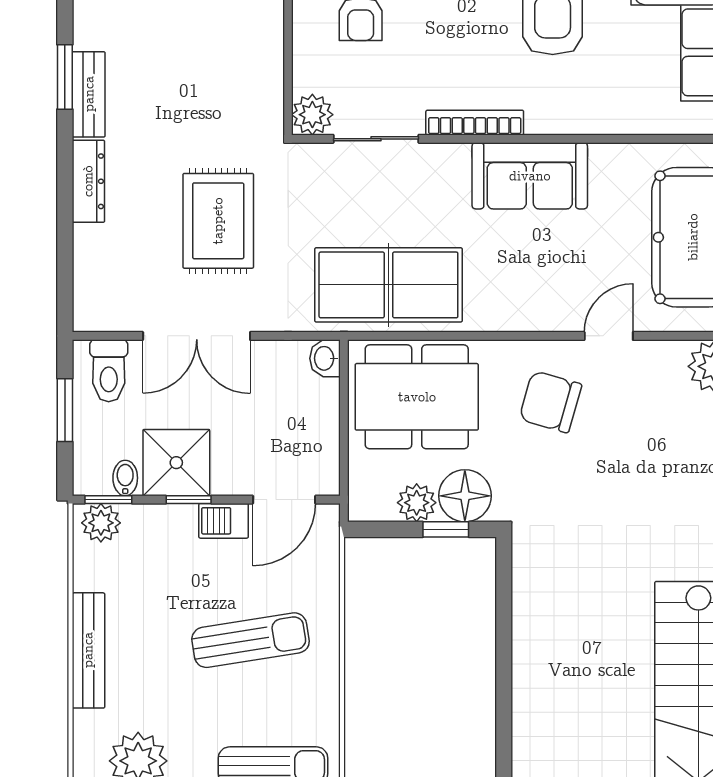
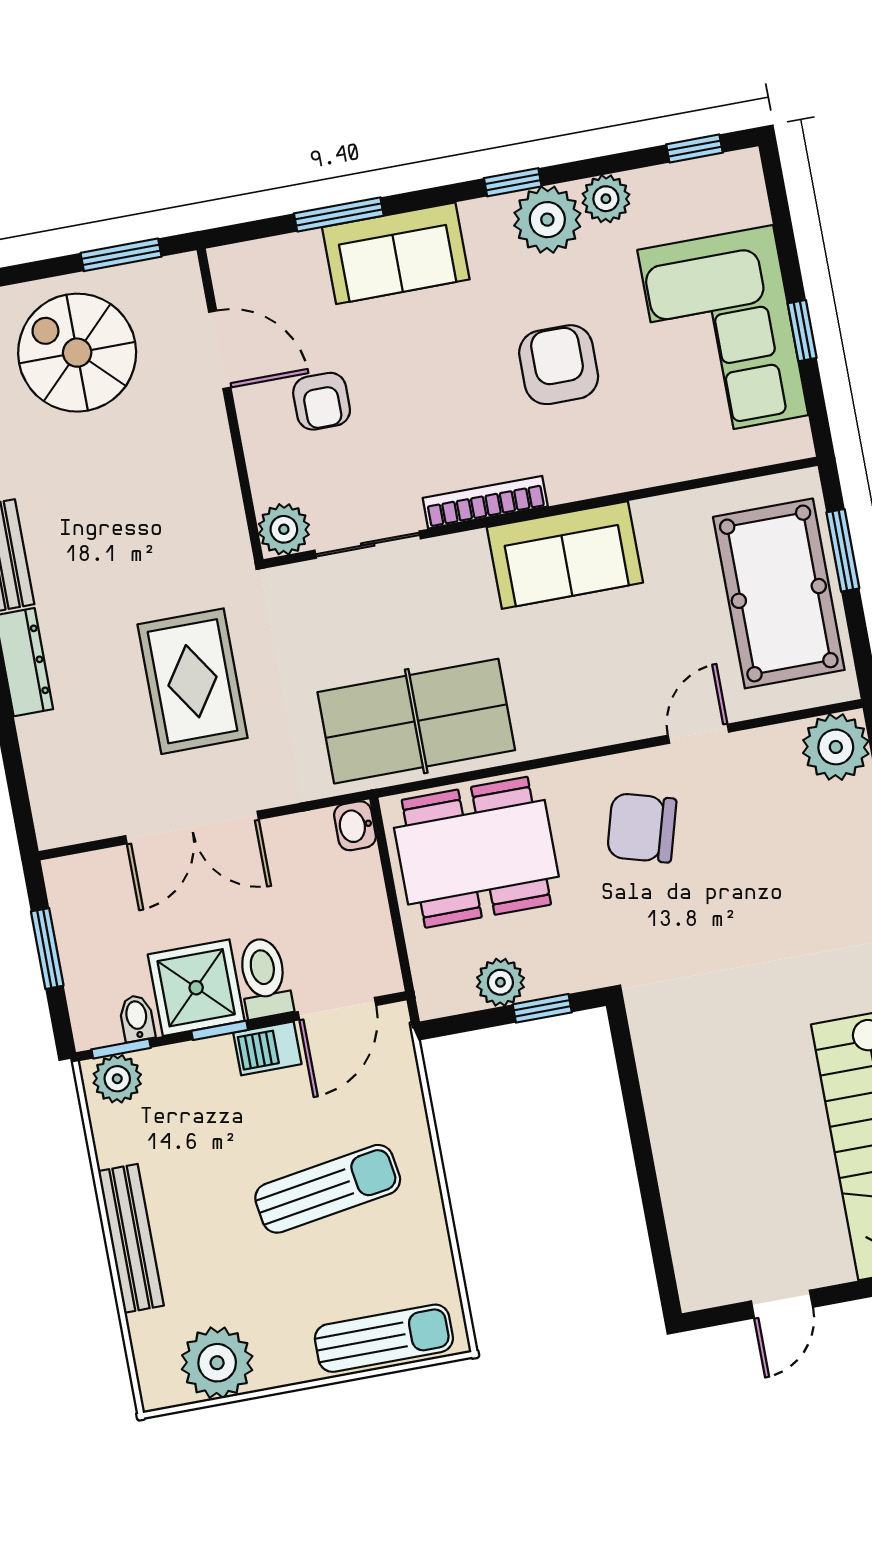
toilet: (109, 371) -> (264, 978), moved, turned 180
floor lamp: (465, 496) -> (558, 963), removed

